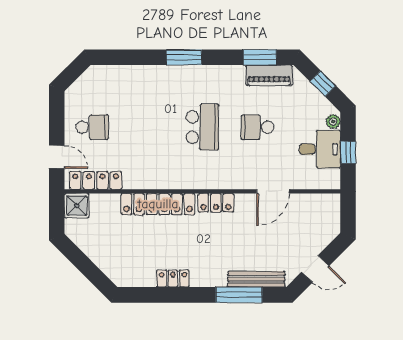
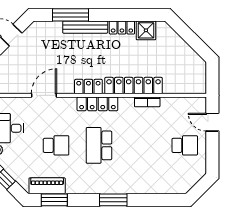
school desk: (92, 127) -> (185, 145), turned 180
locker: (96, 180) -> (97, 104), moved
bookcase: (140, 183) -> (147, 102), added
shower: (77, 206) -> (146, 30), moved
bench: (256, 279) -> (85, 27), moved

